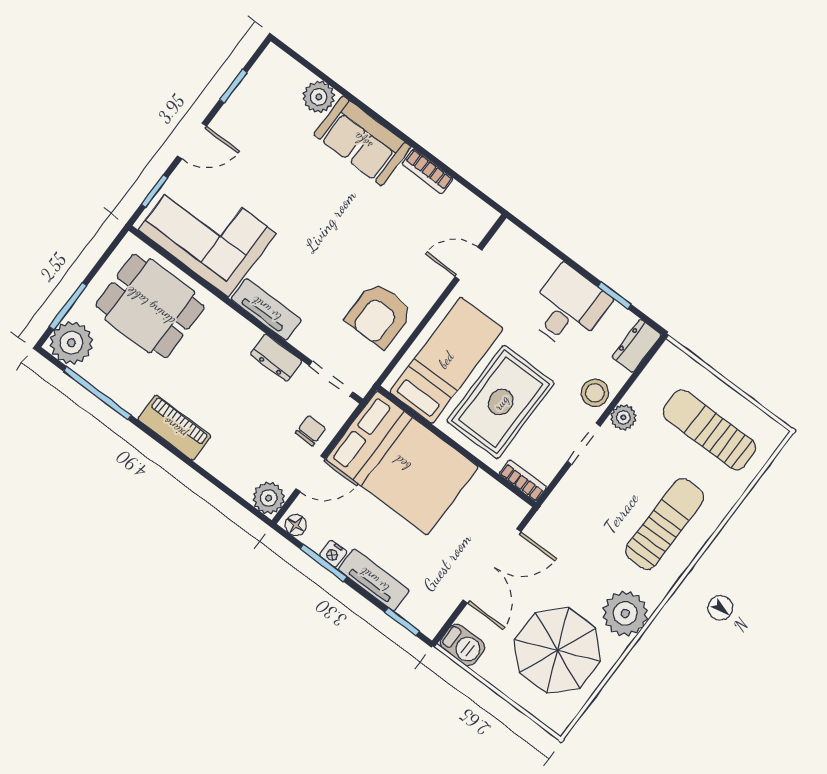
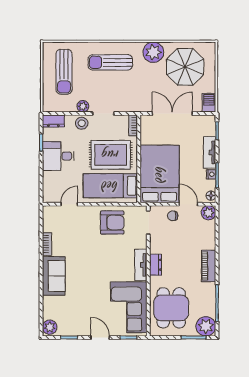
plant: (319, 97) -> (50, 327), moved
door: (468, 263) -> (69, 204), swing flipped
dresser: (276, 358) -> (156, 265), moved

